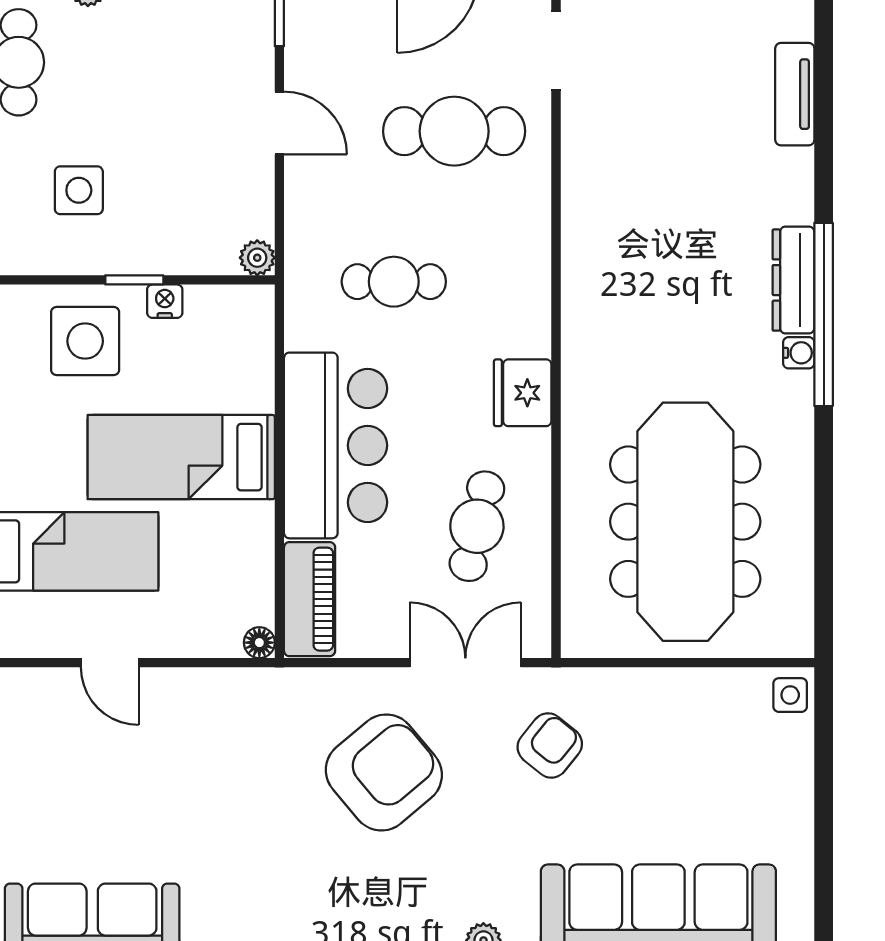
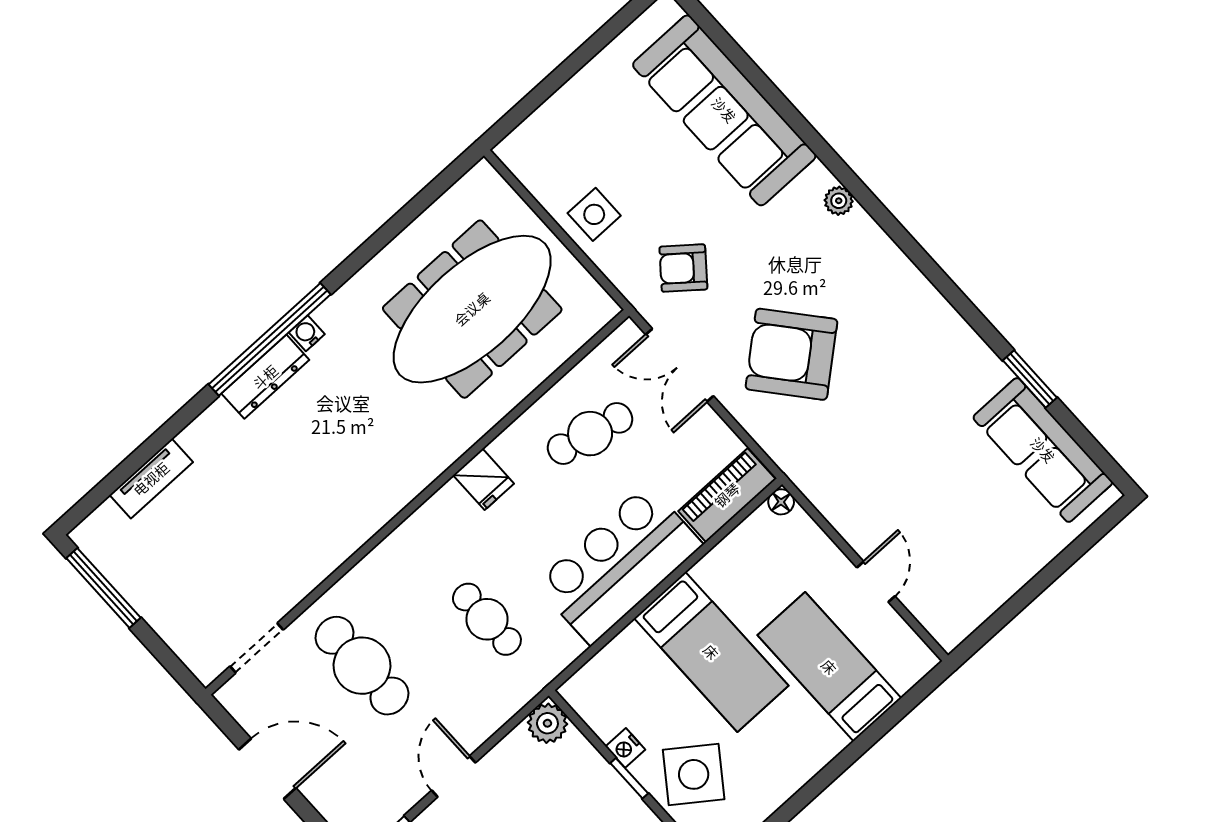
plant: (257, 258) -> (547, 723), width x1.38, depth x1.38
side table: (85, 341) -> (694, 774), turned 36
fridge: (523, 393) -> (484, 479), width x0.72
side table: (790, 695) -> (594, 214), moved, width x1.37, depth x1.37

